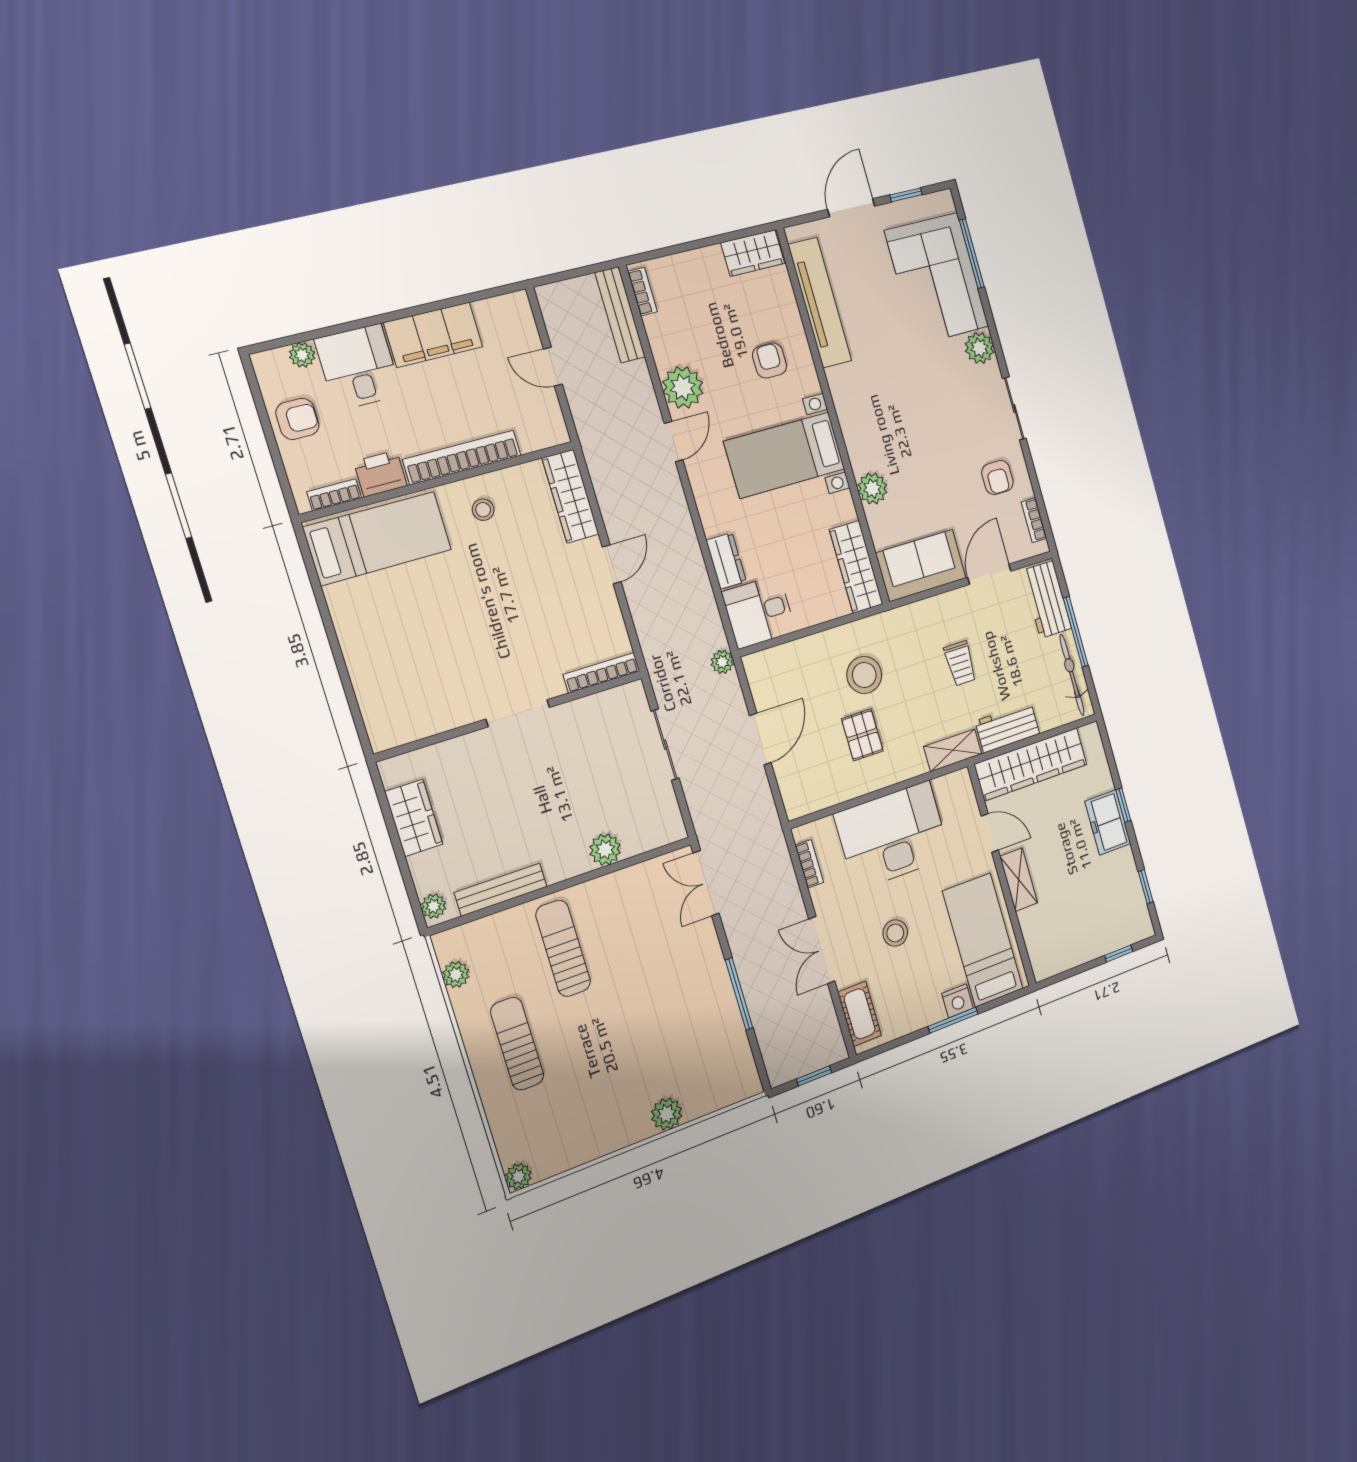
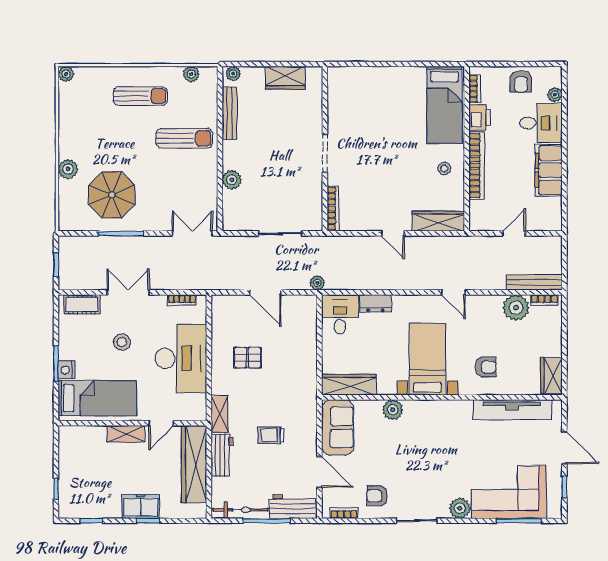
plant: (683, 387) -> (516, 308), moved
stool: (864, 675) -> (283, 370), removed
parasol: (685, 1030) -> (112, 195), added

